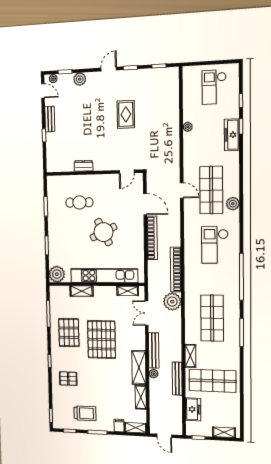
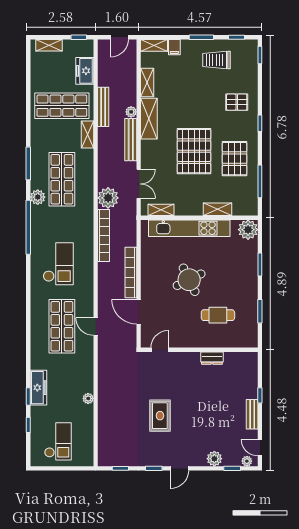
plant: (233, 204) -> (38, 197), moved
door: (164, 436) -> (119, 37), swing flipped

